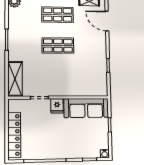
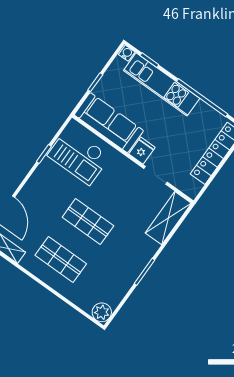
checkout: (89, 78) -> (79, 156), added
kitchen unit: (73, 151) -> (162, 84), added

